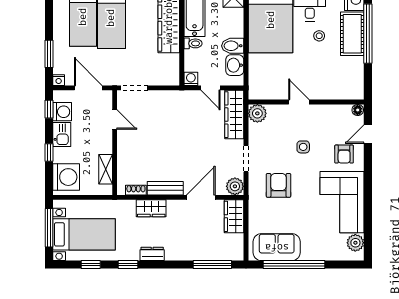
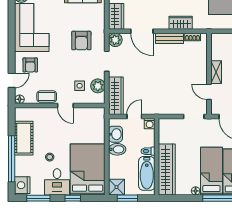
cot: (352, 34) -> (24, 138), moved
door: (211, 88) -> (134, 116), hinge flipped
plant: (257, 113) -> (98, 86), moved
coffee table: (323, 114) -> (47, 97), added
side table: (303, 147) -> (80, 86), moved
armchair: (344, 154) -> (30, 65), turned 180
shelving: (106, 169) -> (216, 72), moved
door: (201, 197) -> (142, 31), hinge flipped

